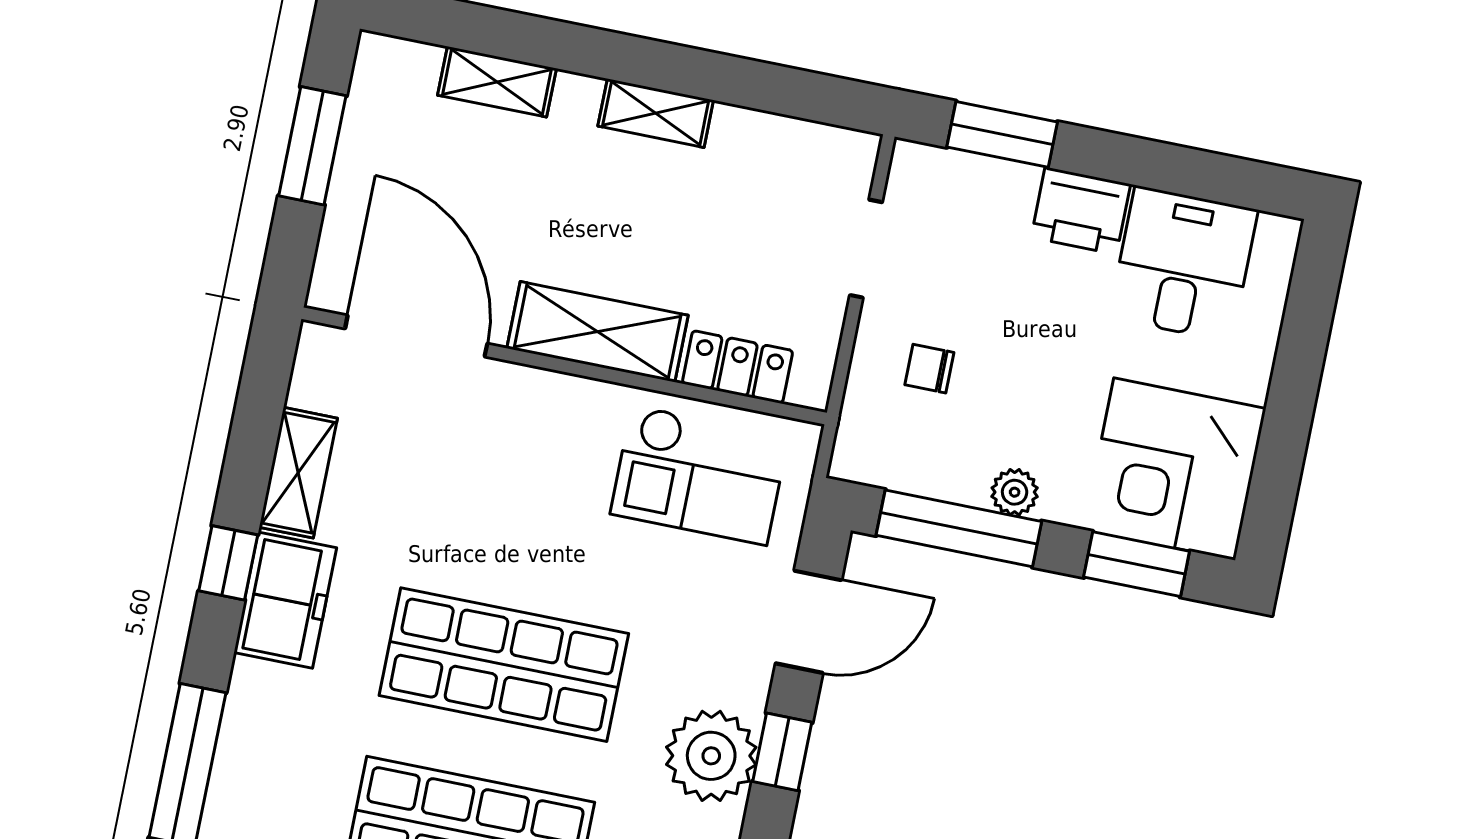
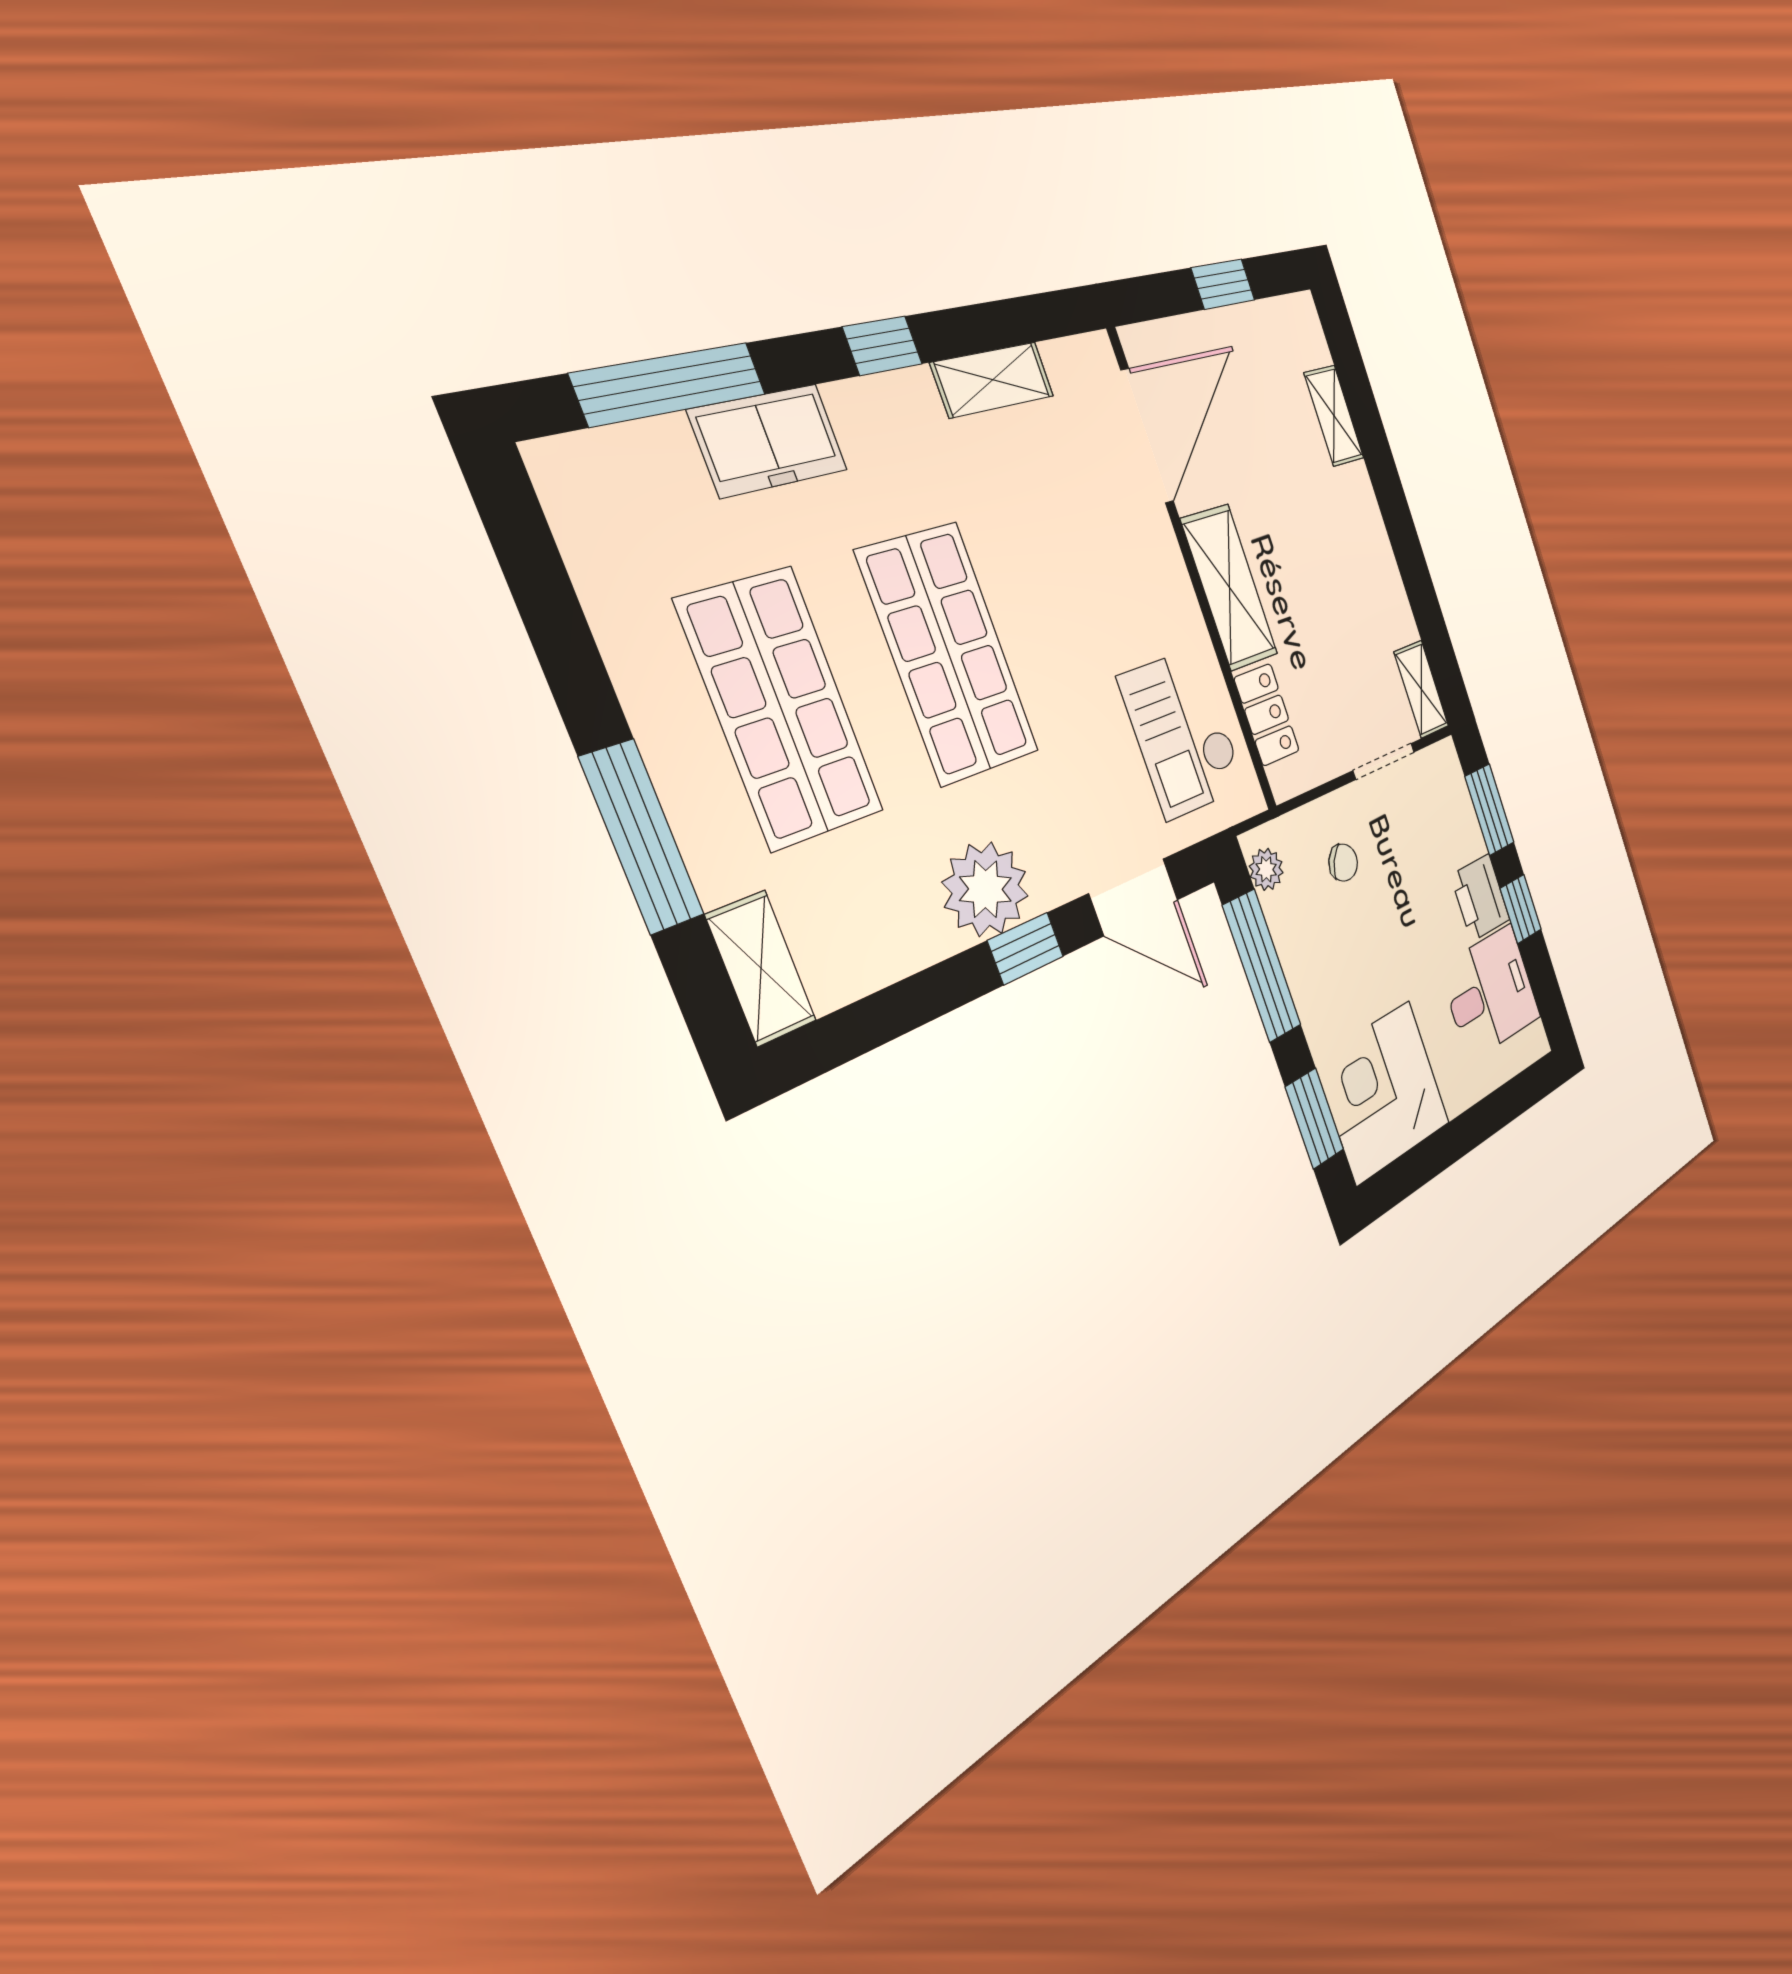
shelving: (656, 113) -> (1421, 689), moved
window: (312, 146) -> (1223, 284), width x0.67
window: (1131, 160) -> (1521, 909), added
chair: (929, 369) -> (1343, 863), turned 119
plant: (1015, 492) -> (1266, 869), moved
freezer: (285, 600) -> (769, 440), moved

